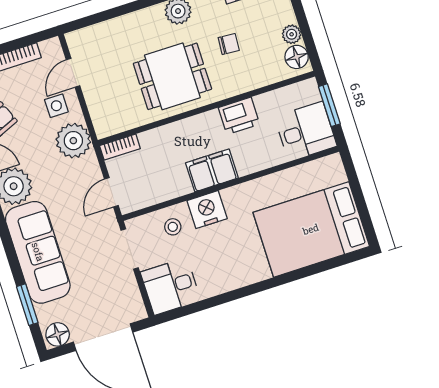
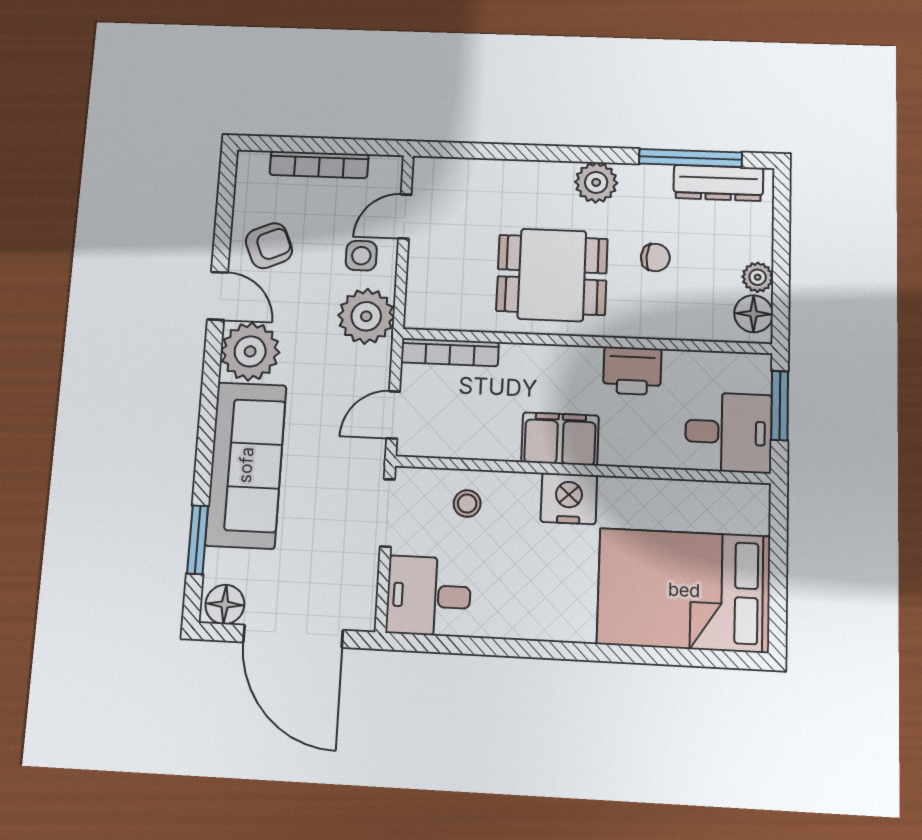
bookcase: (120, 147) -> (450, 352), width x1.56
nightstand: (207, 210) -> (569, 499), moved

